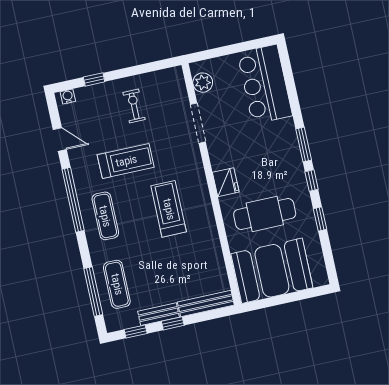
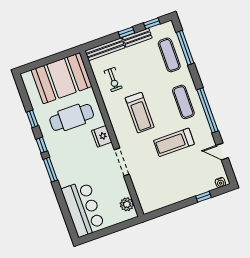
exercise bike: (134, 106) -> (113, 80), moved
doorway: (198, 123) -> (122, 162), moved

